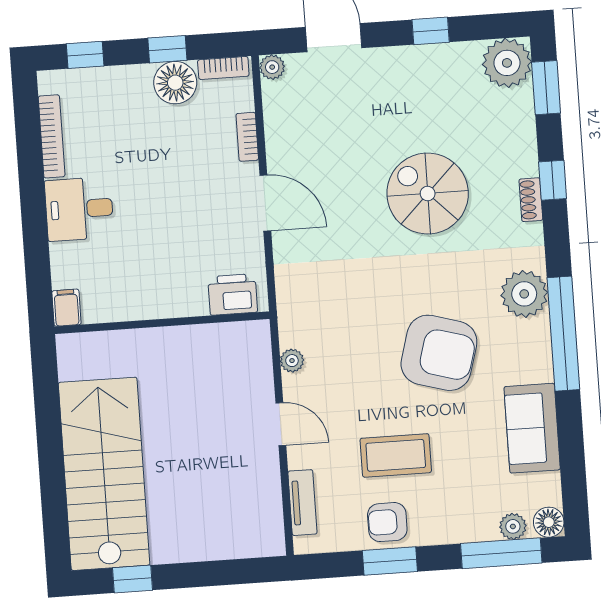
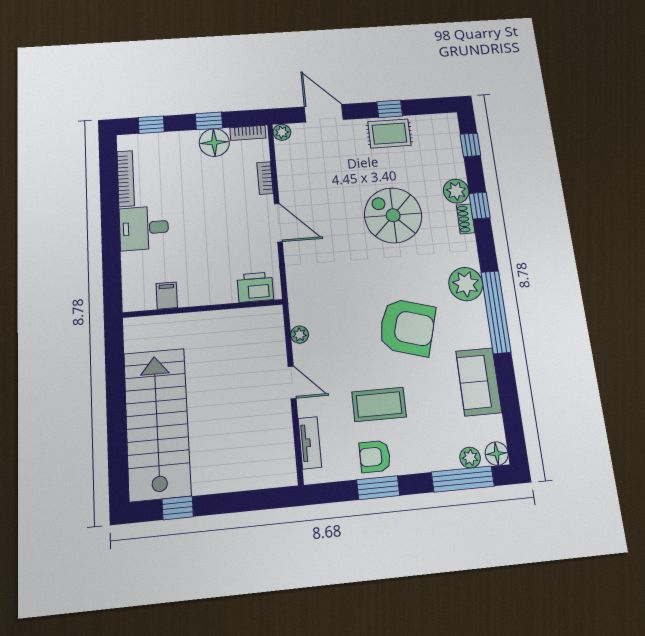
plant: (507, 63) -> (456, 191), moved, width x0.73, depth x0.73
rug: (428, 70) -> (389, 134), added
window: (546, 88) -> (470, 145), width x0.67
filing cabinet: (66, 308) -> (167, 296), moved

